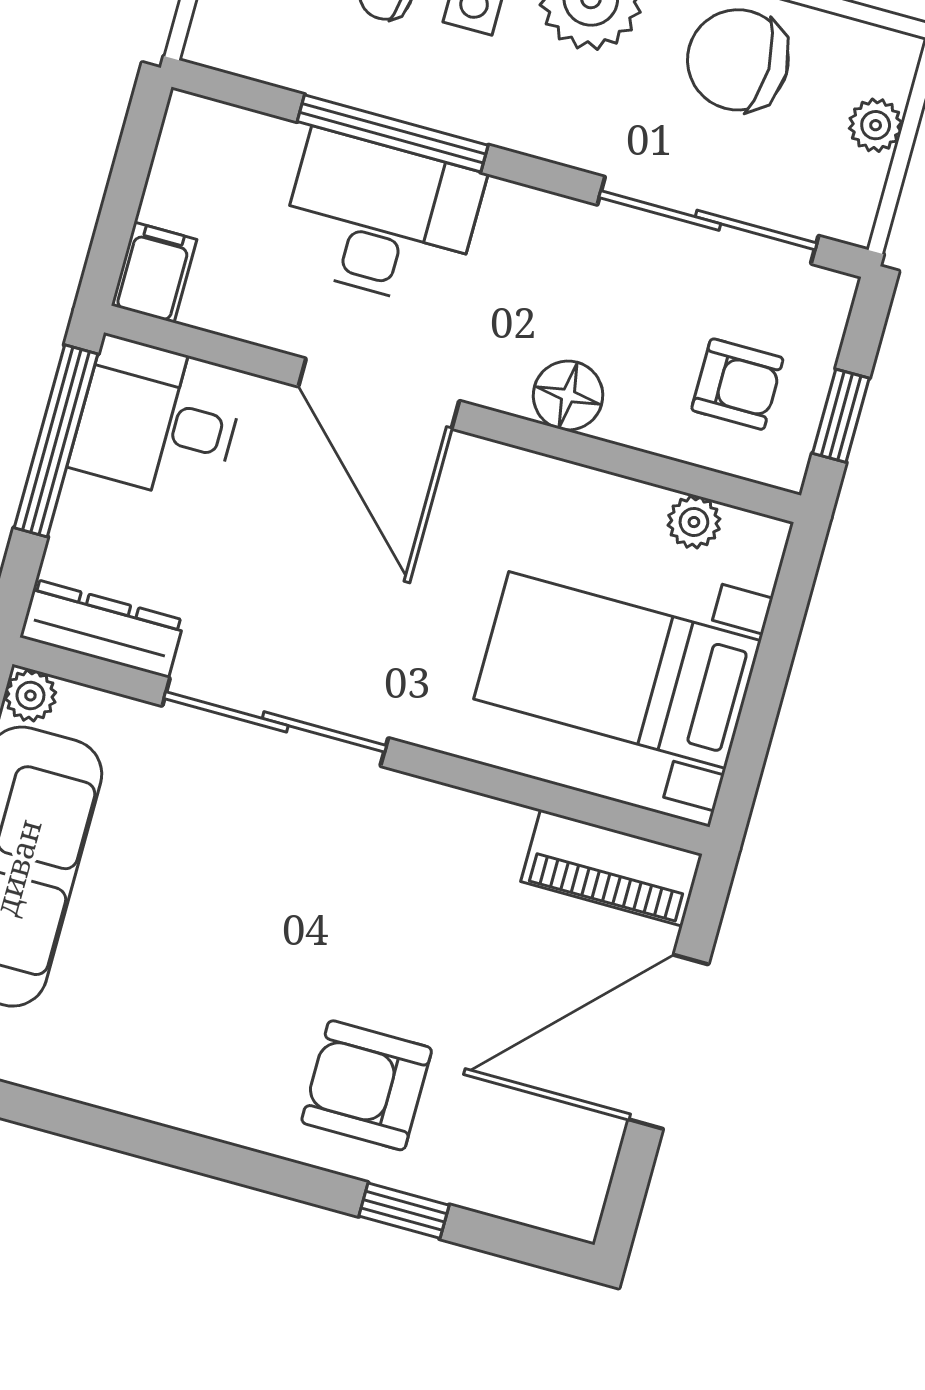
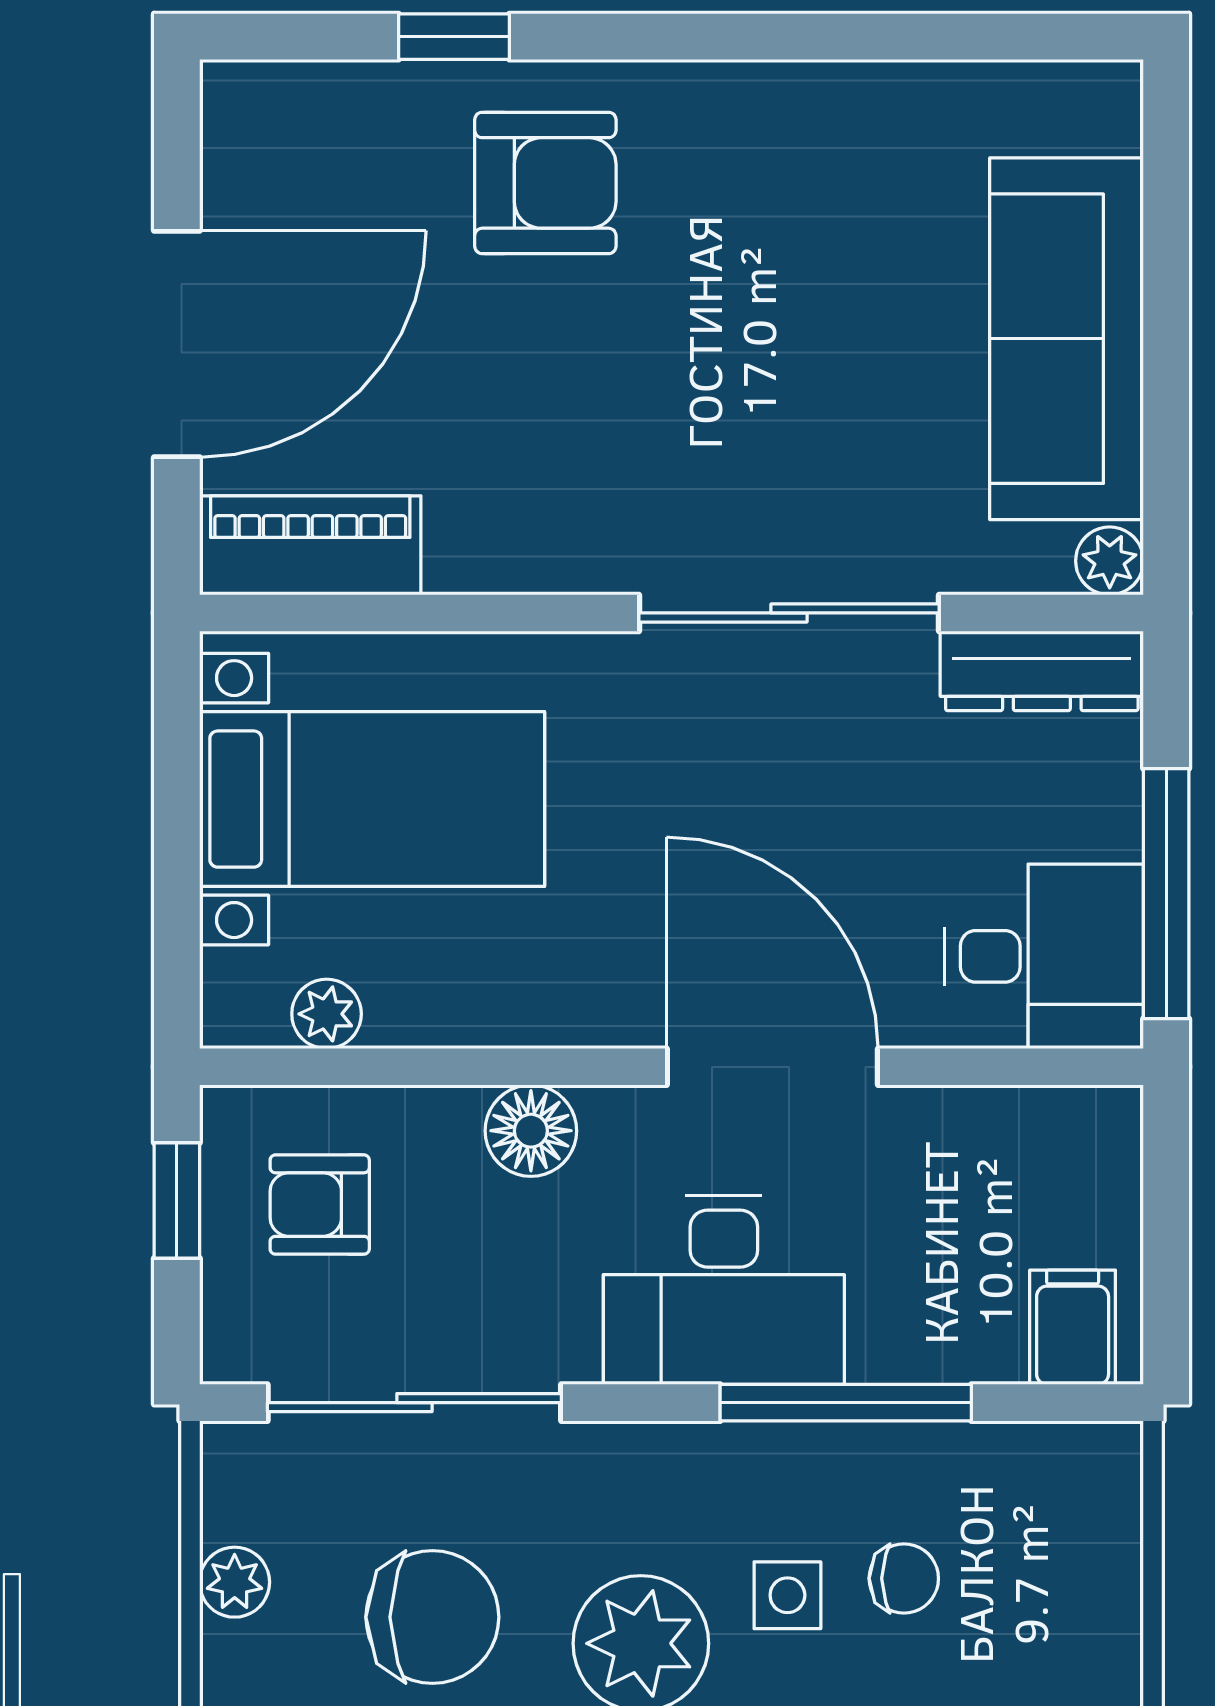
desk: (381, 219) -> (724, 1290), moved
filing cabinet: (154, 272) -> (1073, 1327), moved, turned 180

